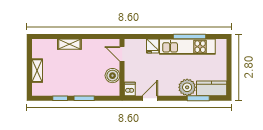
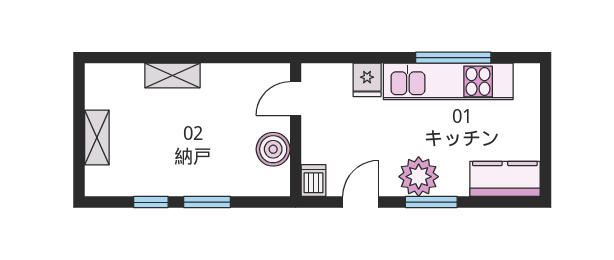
door: (122, 54) -> (296, 99), hinge flipped
plant: (187, 87) -> (419, 177), moved
window: (198, 98) -> (431, 202), moved

